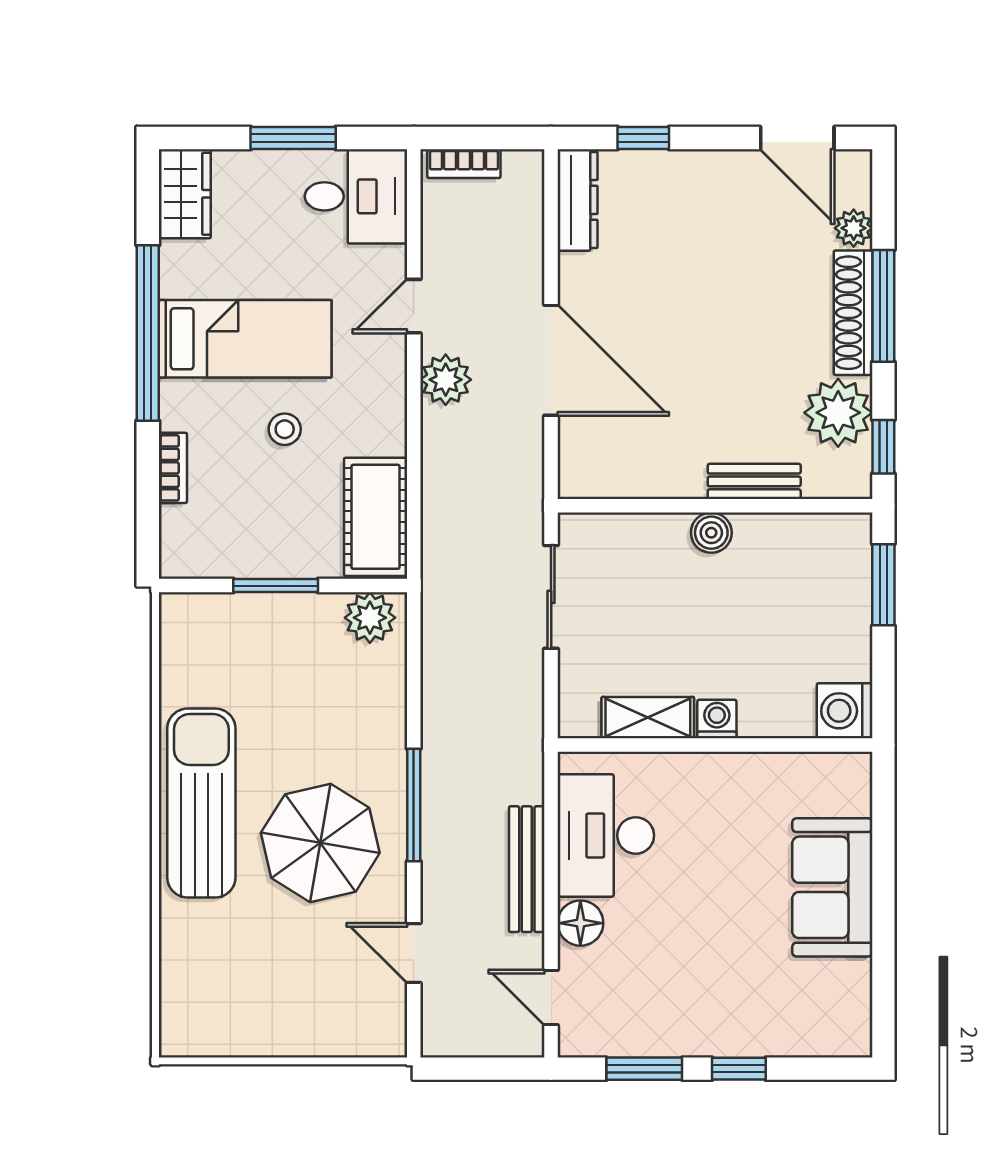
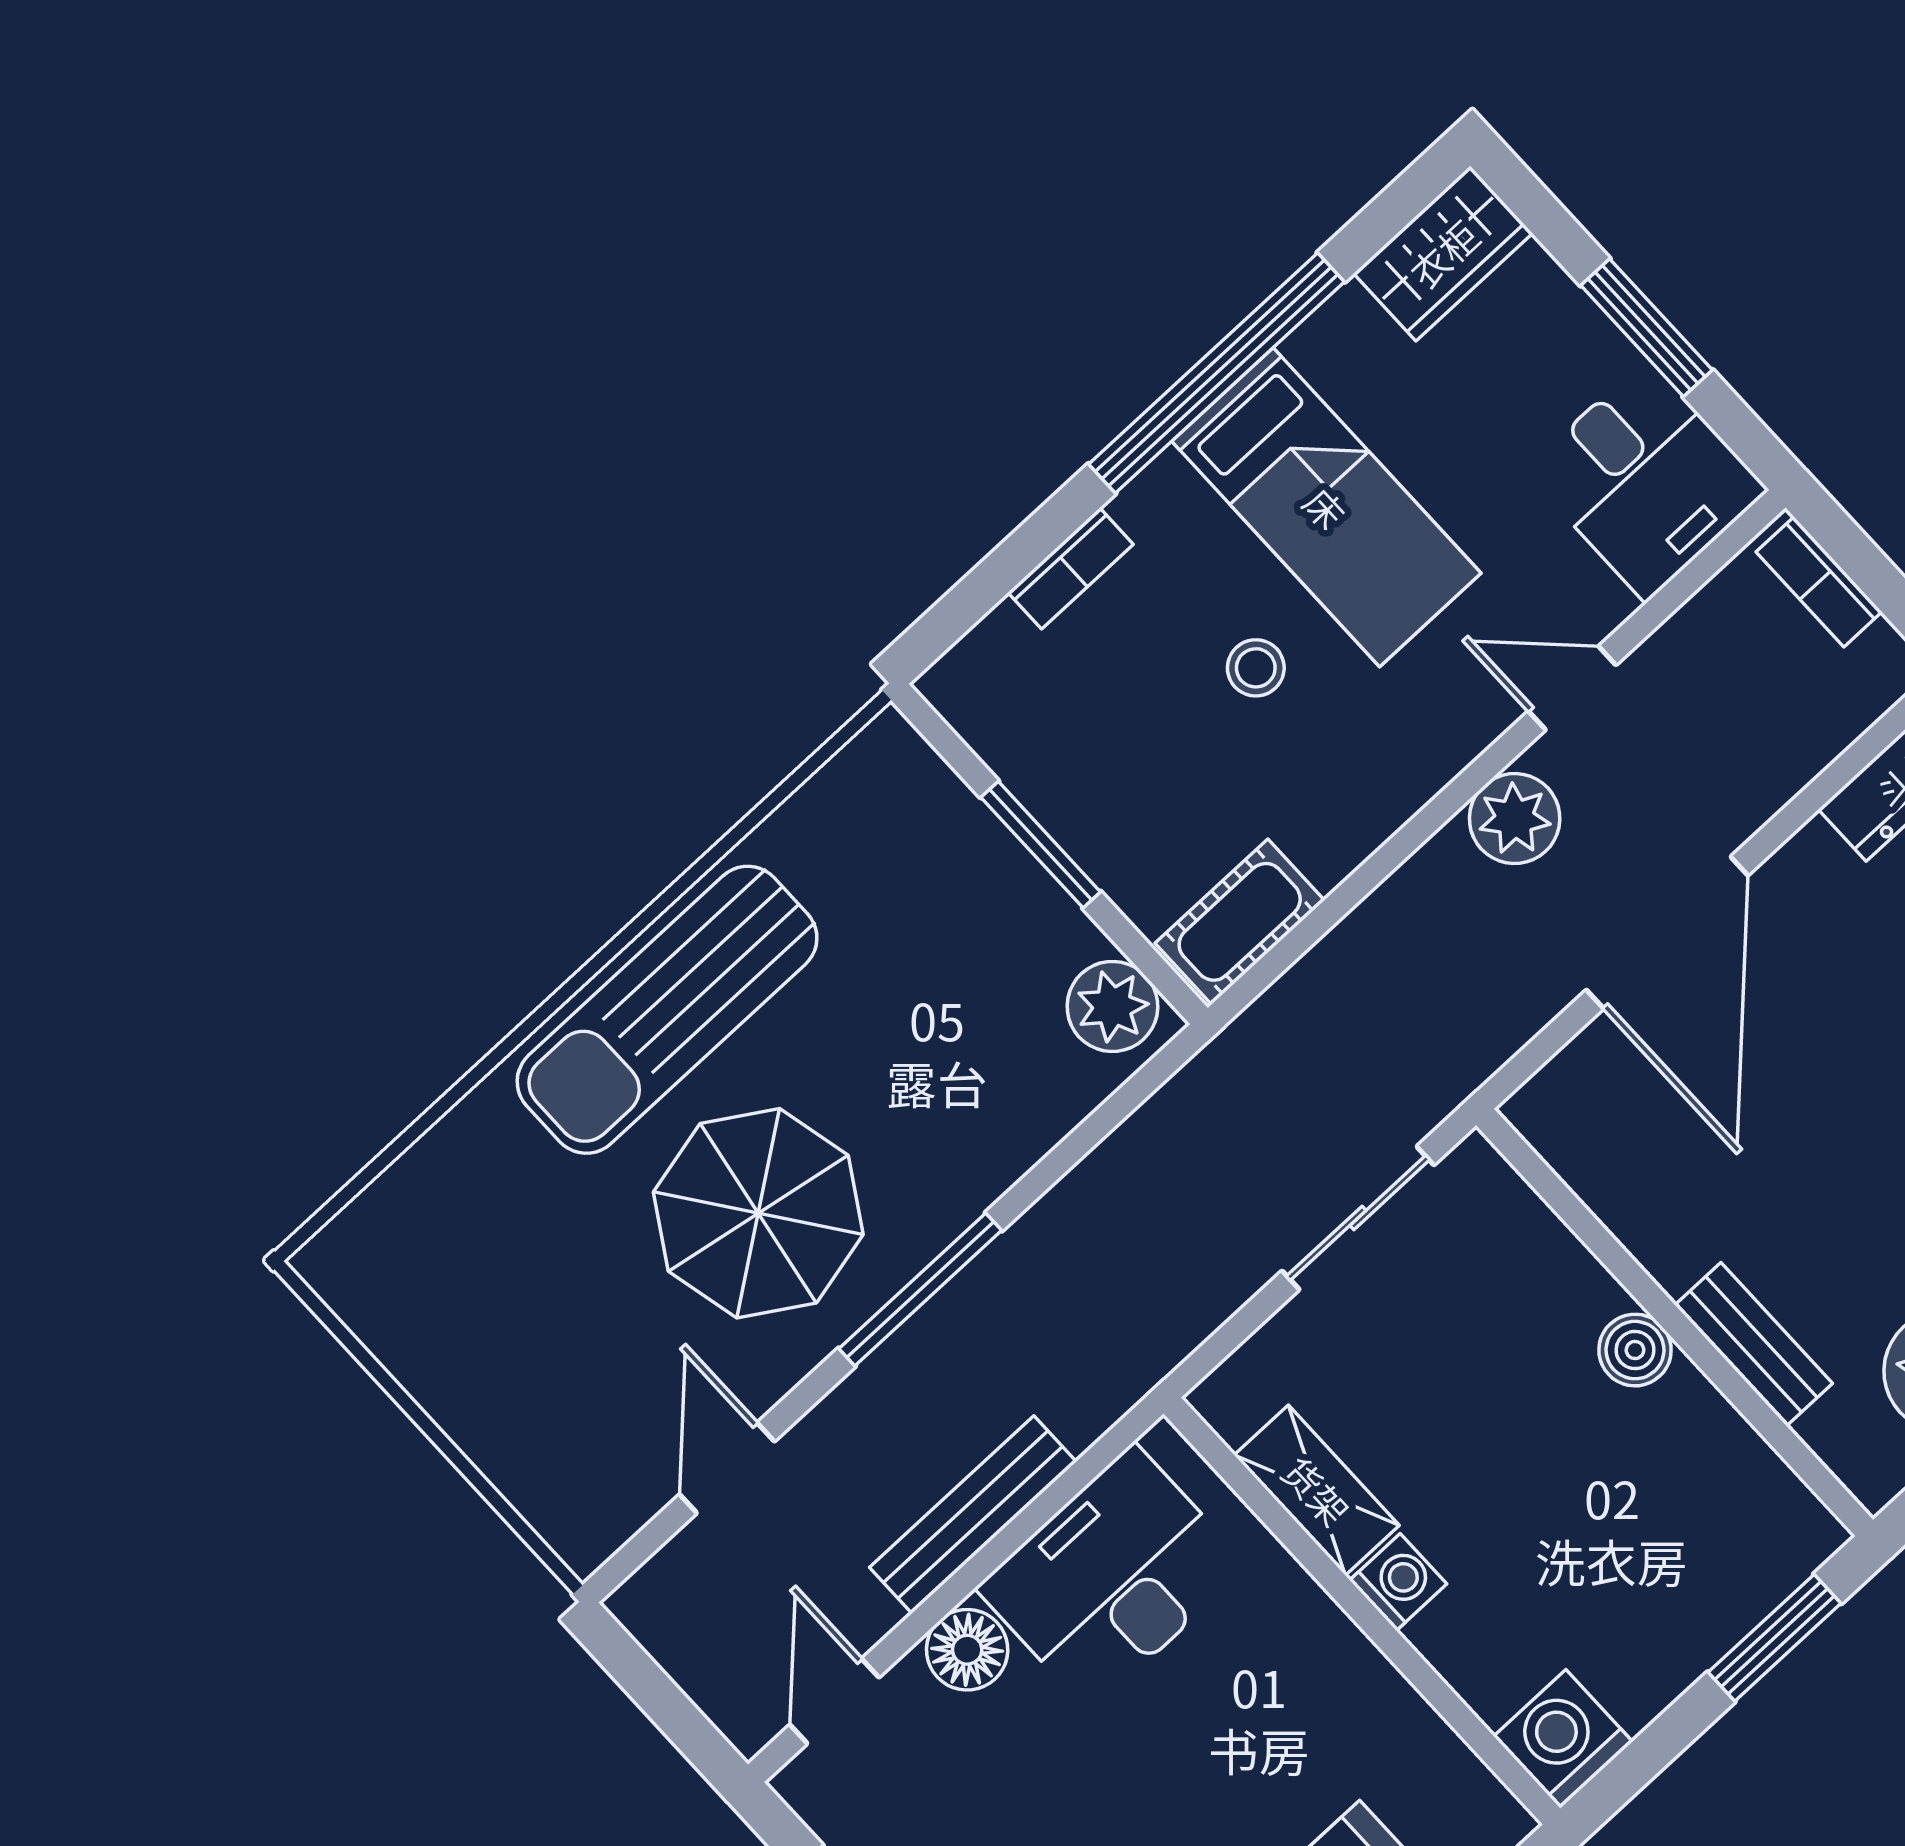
cot: (376, 517) -> (1240, 922), width x0.73, depth x0.75
sun lounger: (201, 803) -> (667, 1010), turned 180

